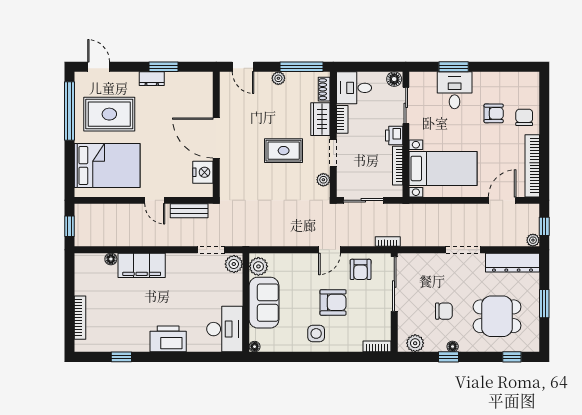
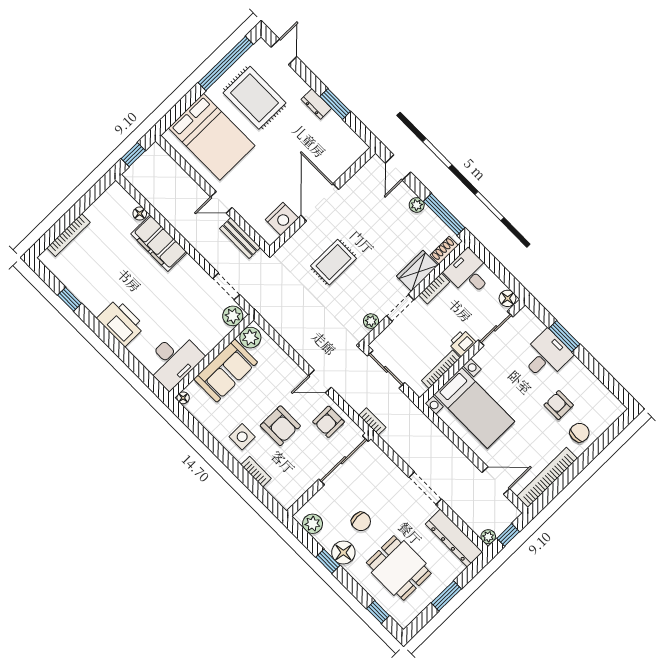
armchair: (494, 113) -> (559, 405), turned 180
rug: (284, 151) -> (333, 262), moved, turned 90
door: (155, 200) -> (221, 202), hinge flipped
bookcase: (377, 346) -> (256, 472), moved
floor lamp: (453, 347) -> (343, 552), width x1.89, depth x1.89

